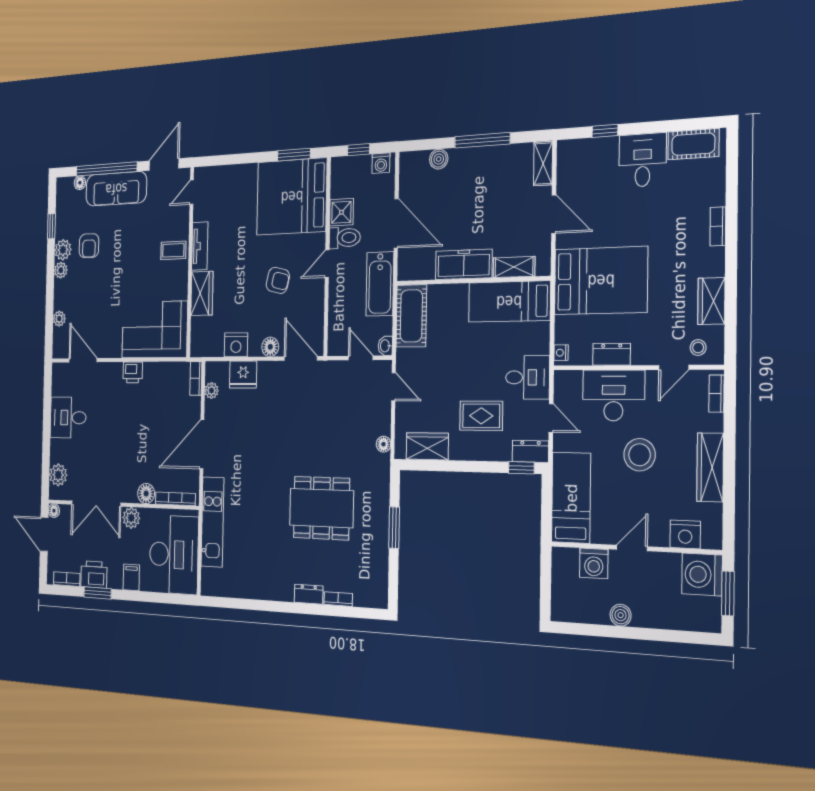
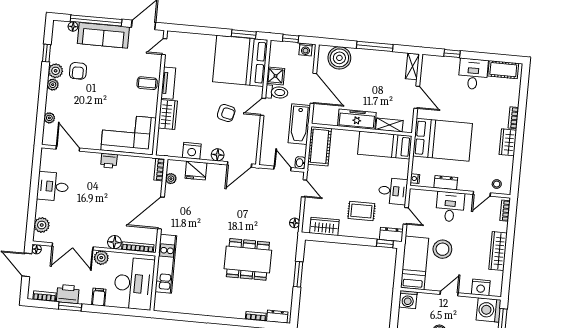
boiler: (439, 159) -> (339, 58), width x1.86, depth x1.86
wardrobe: (711, 301) -> (508, 142), moved
door: (301, 358) -> (240, 164), swing flipped
desk: (614, 395) -> (450, 207), width x0.73
stool: (640, 455) -> (442, 249), moved
washing machine: (594, 563) -> (408, 300), moved
dresser: (309, 594) -> (277, 317), moved

